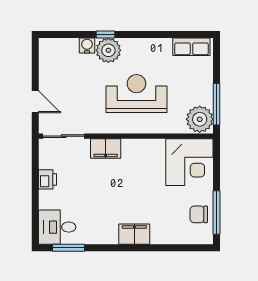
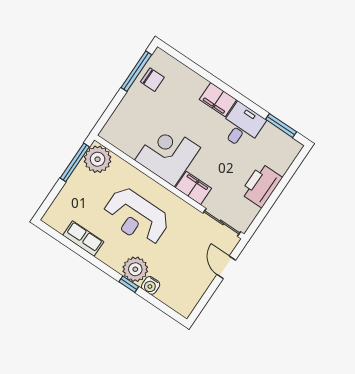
row of seats: (191, 47) -> (83, 239), moved
corner desk: (189, 162) -> (168, 154), moved
printer: (47, 179) -> (261, 185), width x1.87, depth x1.48
desk: (57, 227) -> (242, 126), moved, turned -90

